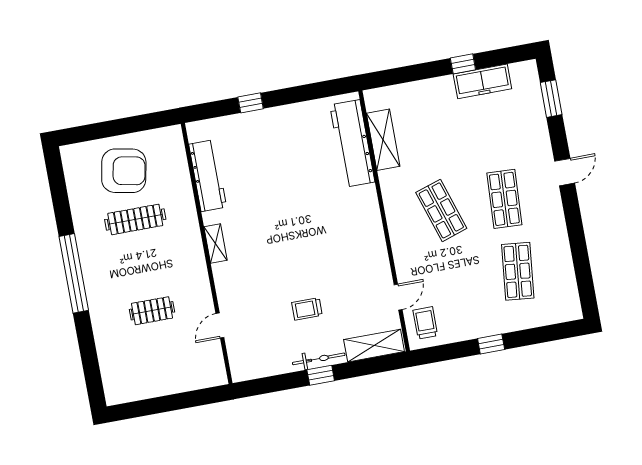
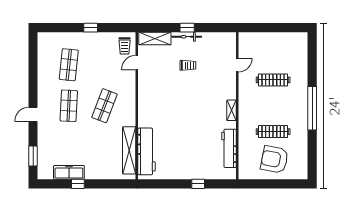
shelving: (383, 140) -> (129, 150), width x1.47
shop shelf: (441, 210) -> (104, 106), turned 39
clothes rail: (152, 311) -> (273, 80), width x1.36

